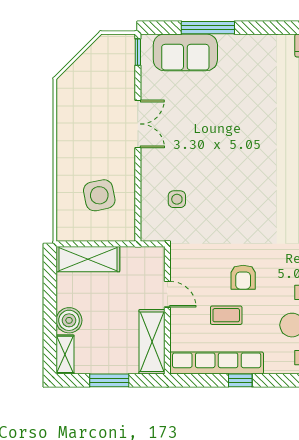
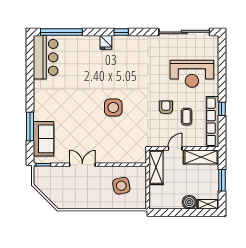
side table: (177, 199) -> (113, 107), moved, width x1.87, depth x1.87
shelving: (88, 259) -> (156, 167), moved
armchair: (243, 277) -> (166, 107), turned -90

